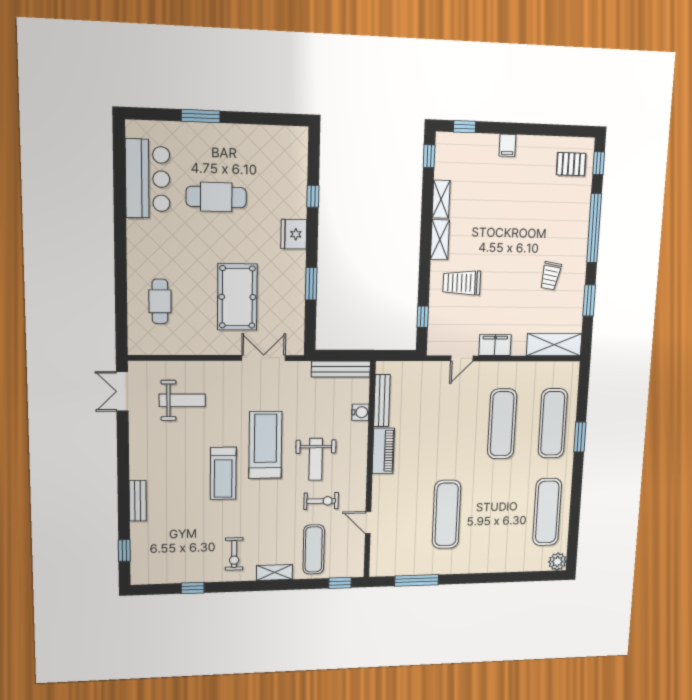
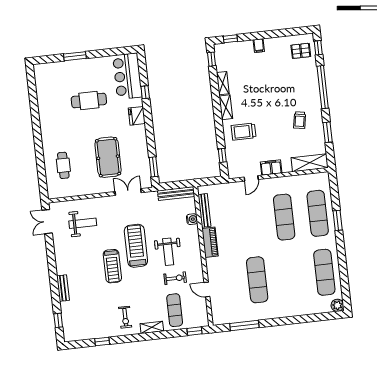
bar counter: (148, 179) -> (127, 76), moved, turned 180
window: (311, 284) -> (154, 167), moved

